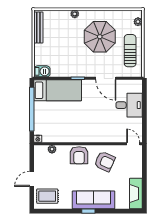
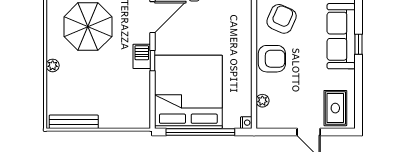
barbecue: (42, 71) -> (142, 56), moved
bed: (58, 90) -> (188, 92), width x2.04

